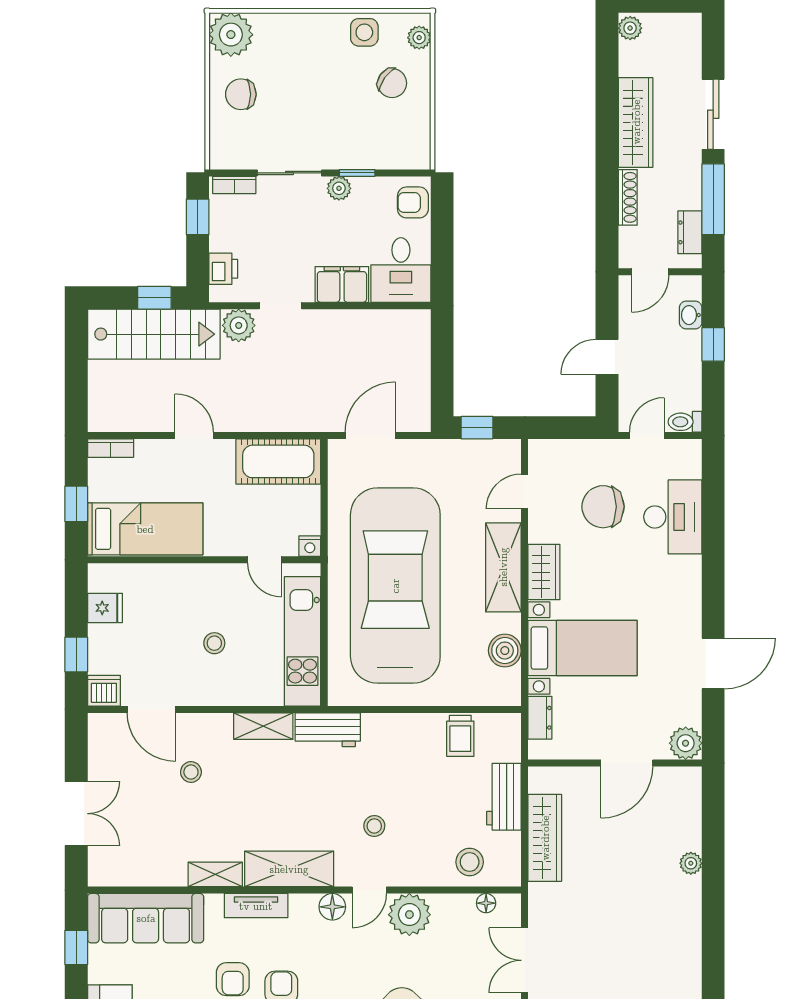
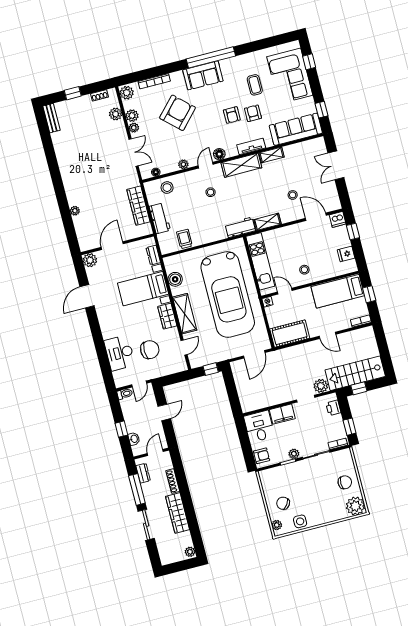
stool: (214, 643) -> (304, 270), moved
plant: (409, 915) -> (183, 164), width x0.53, depth x0.53

